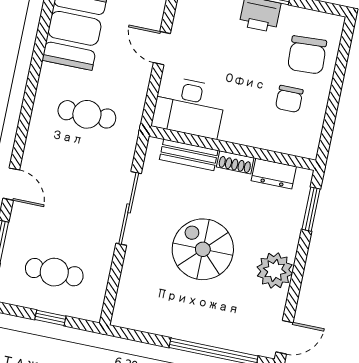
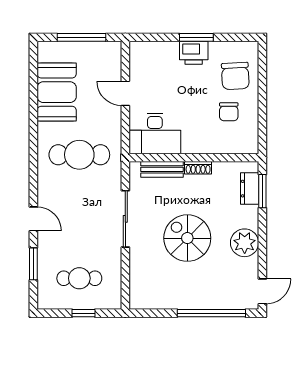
cafe table: (87, 114) -> (79, 155), width x1.37, depth x1.35
dresser: (274, 174) -> (250, 189), moved, turned 90

